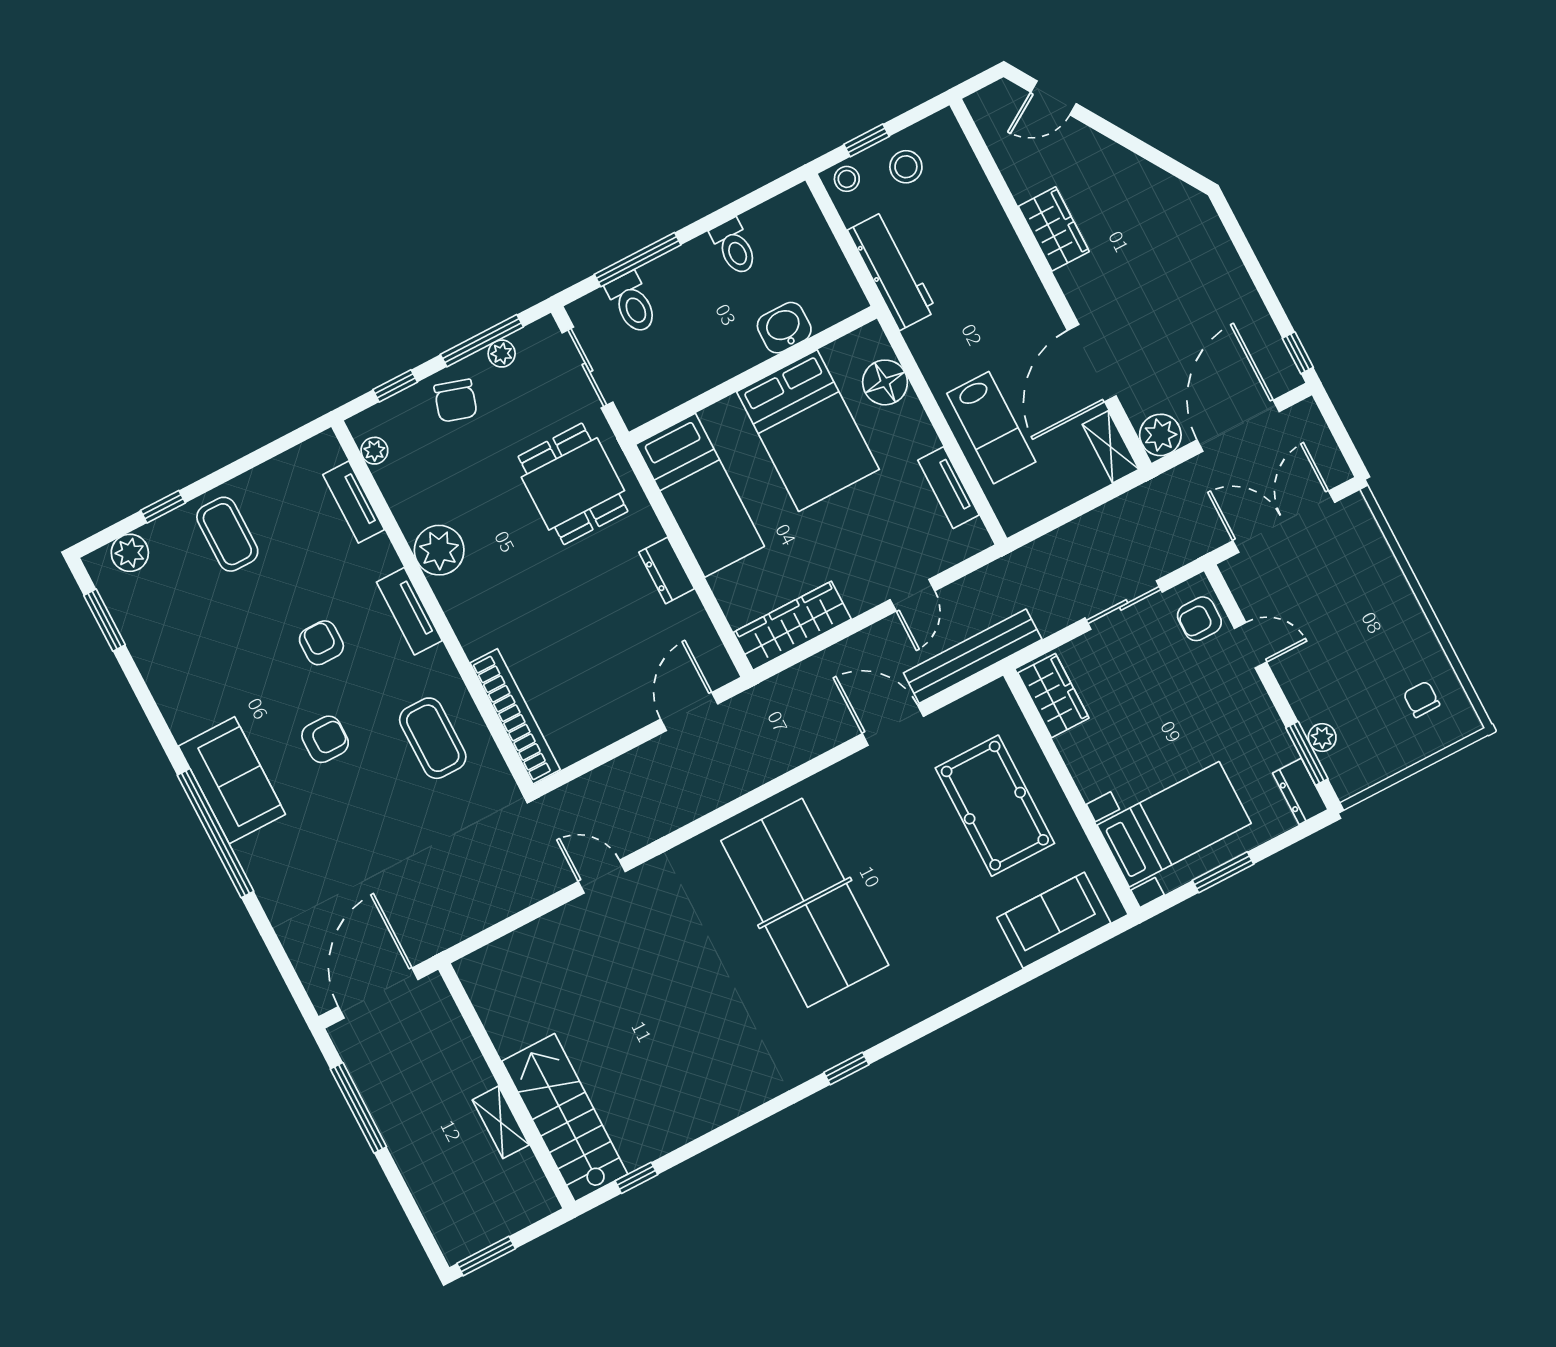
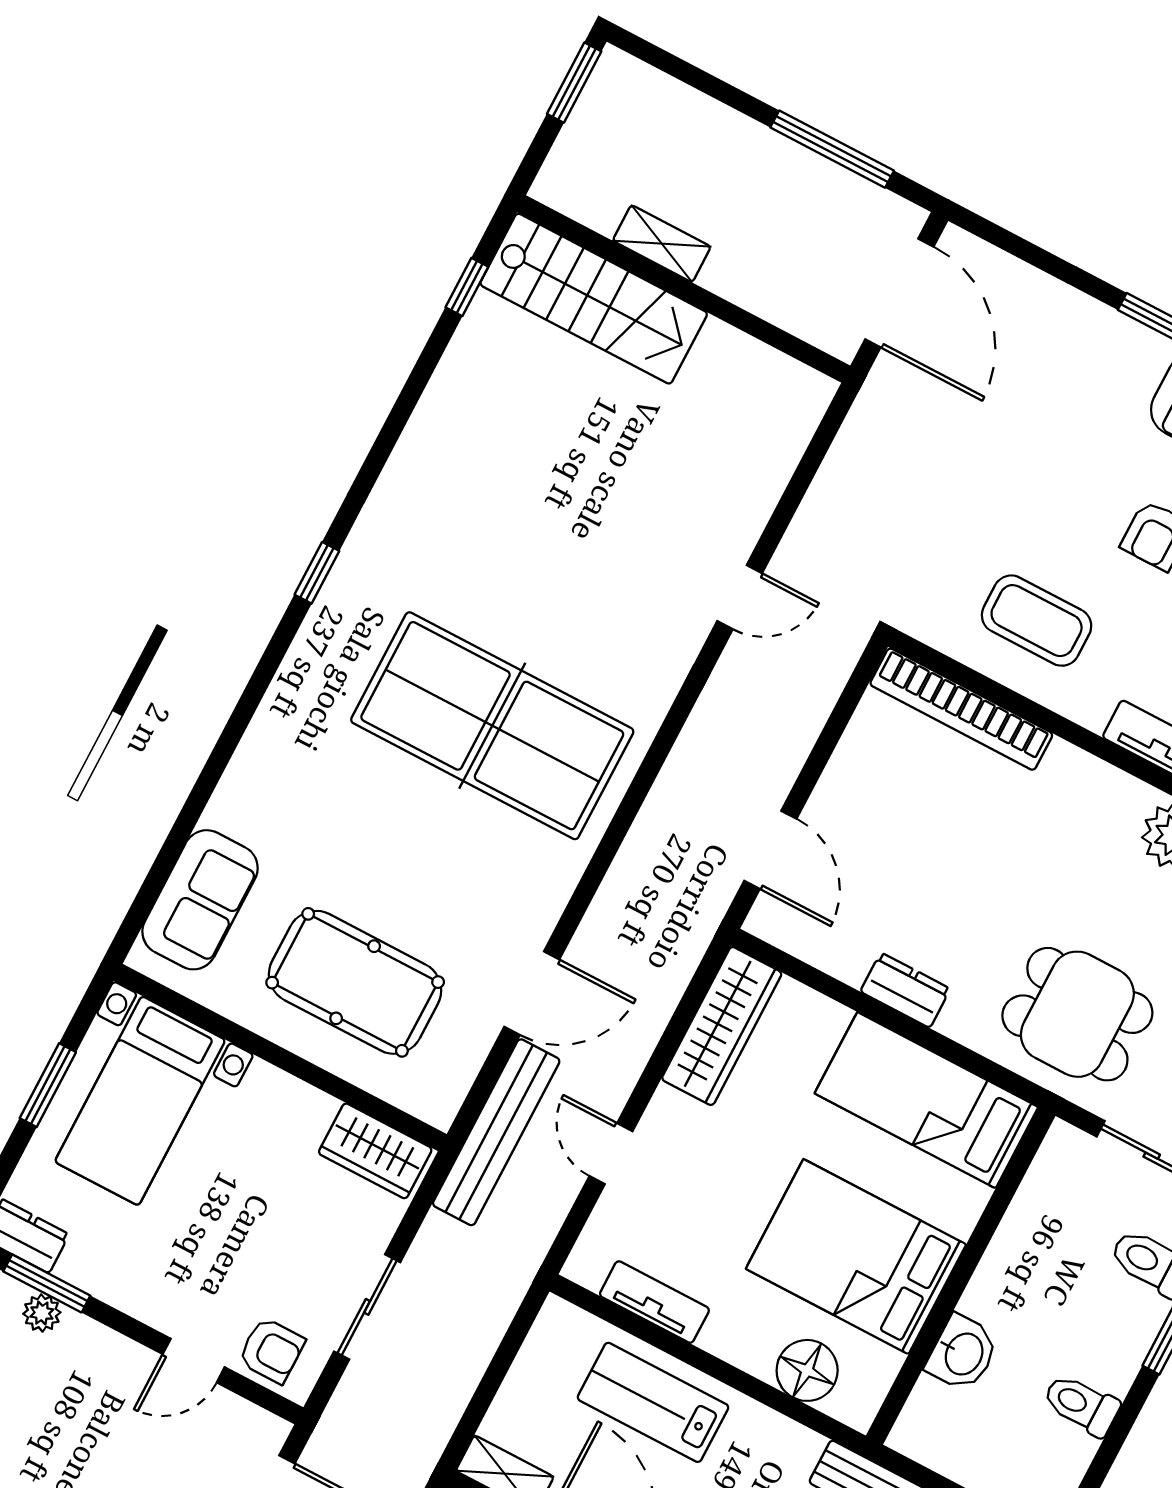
armchair: (1199, 619) -> (272, 1350), turned 90

